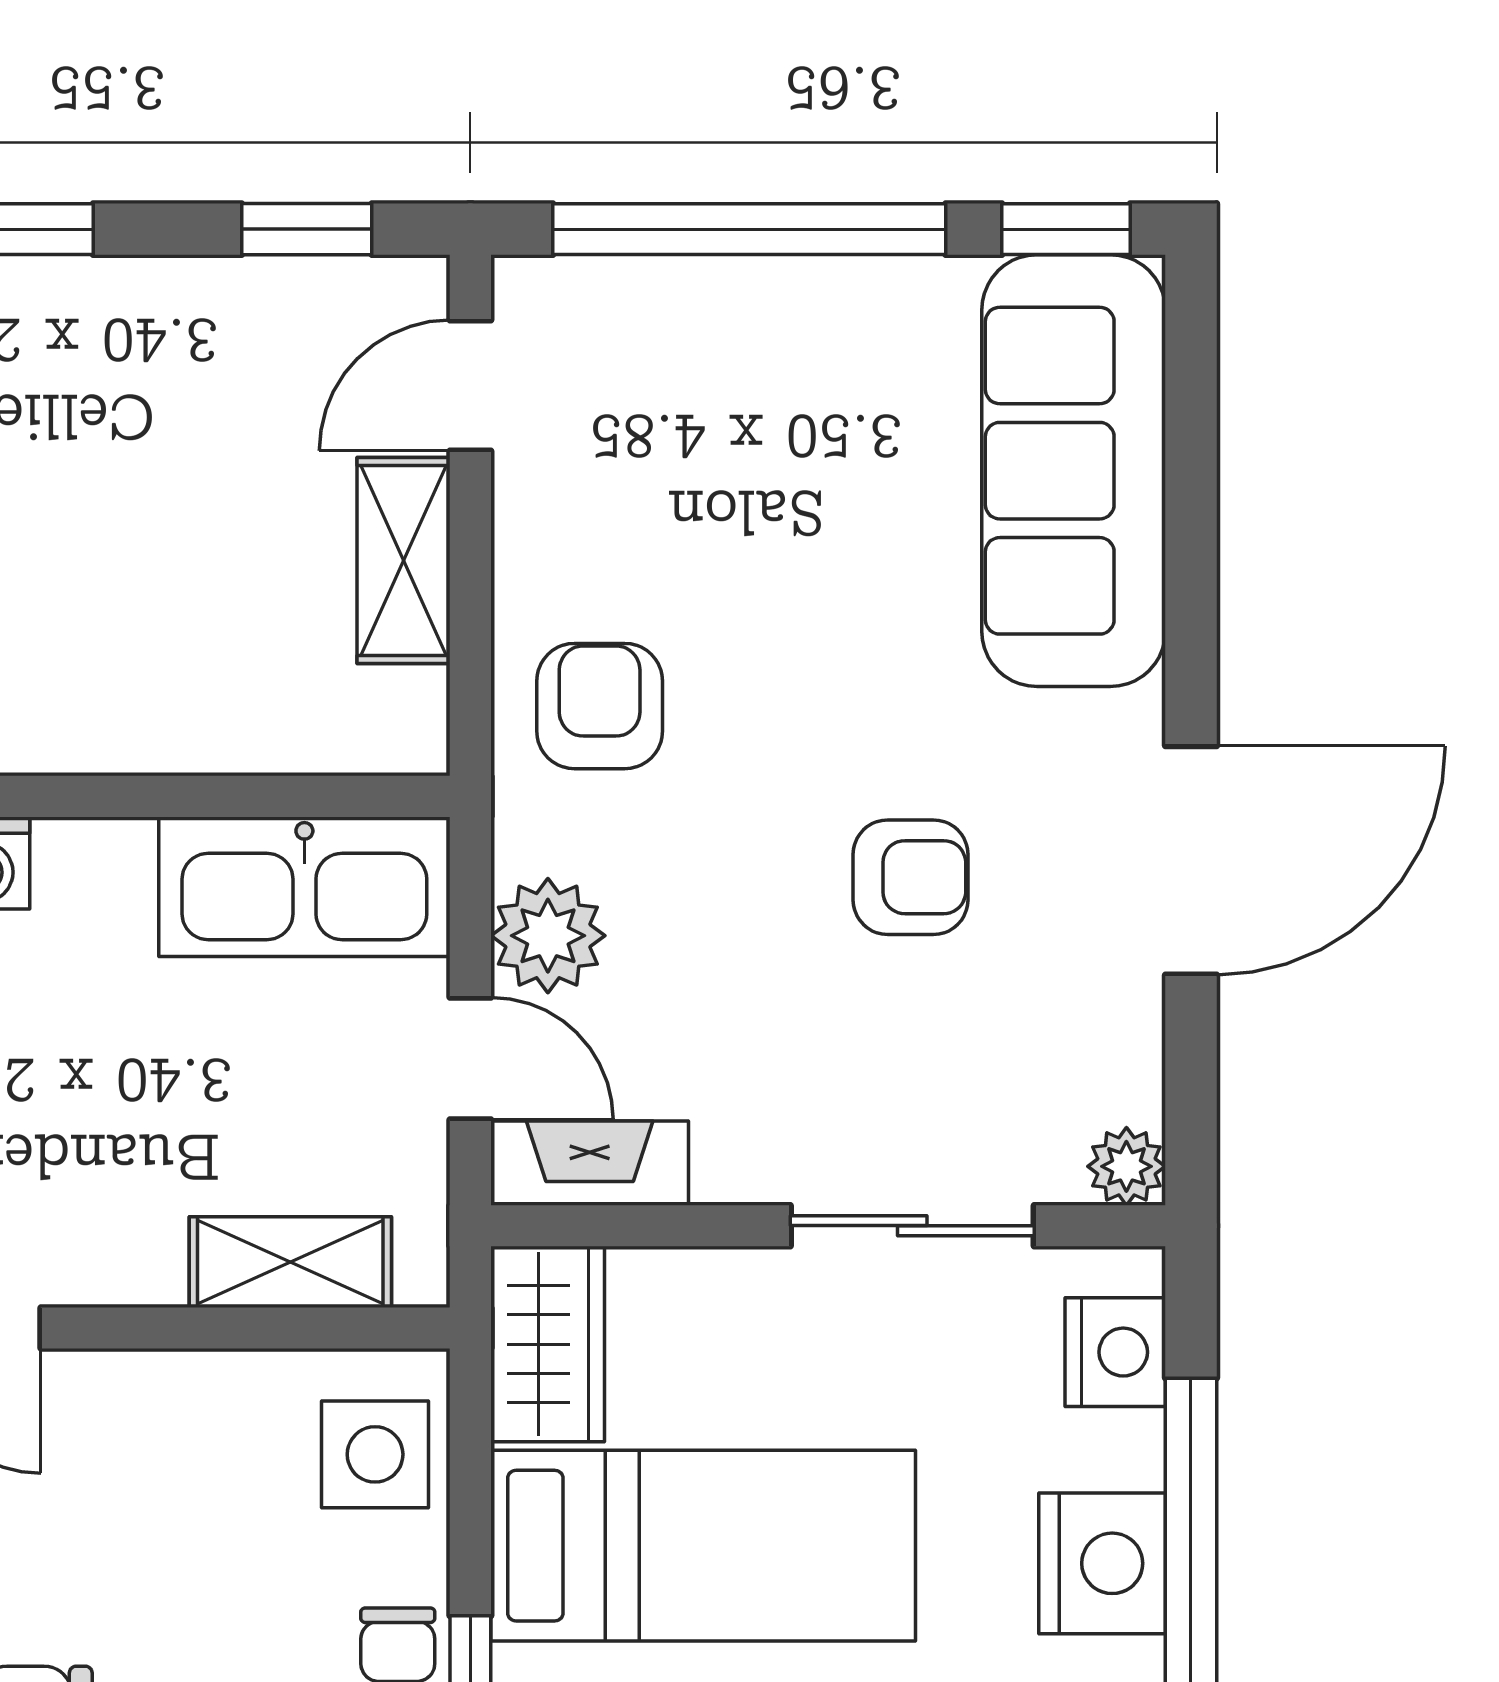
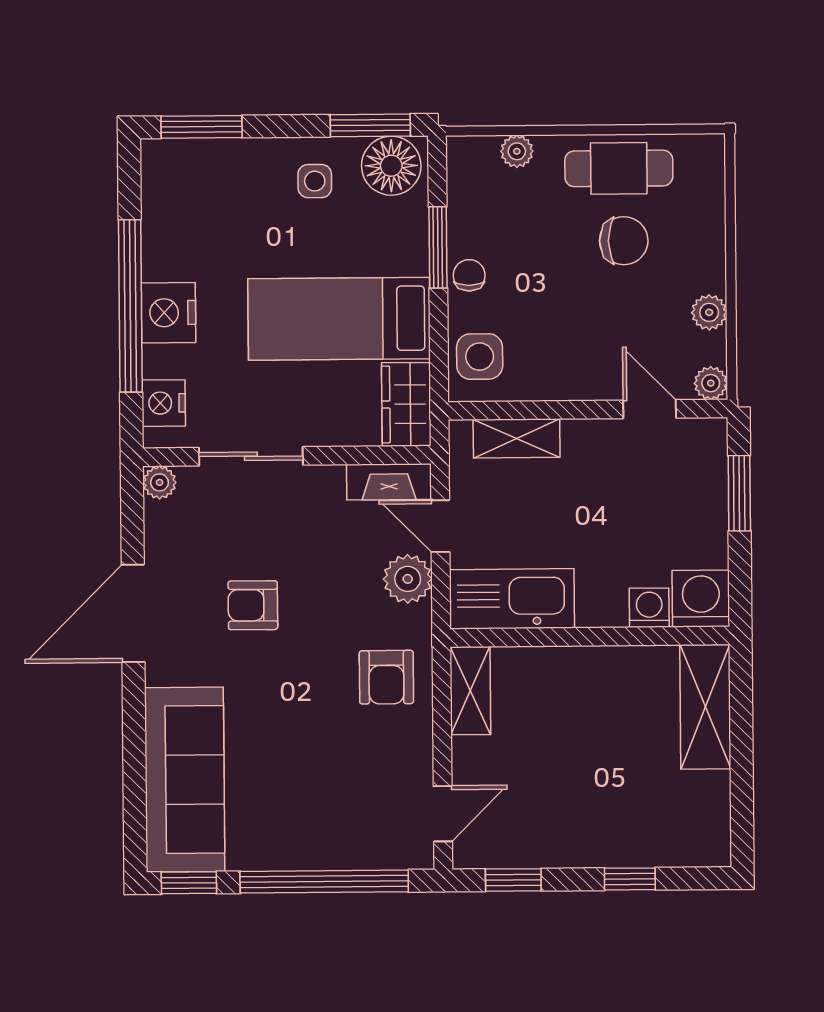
shelving: (403, 561) -> (470, 691), moved

